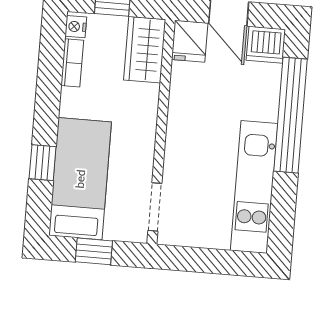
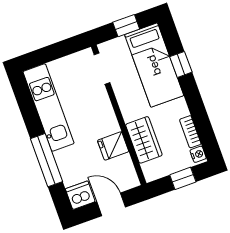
fridge: (190, 41) -> (113, 146), moved, turned -90
wardrobe: (145, 50) -> (144, 140), moved
window: (290, 115) -> (46, 160), width x0.68

